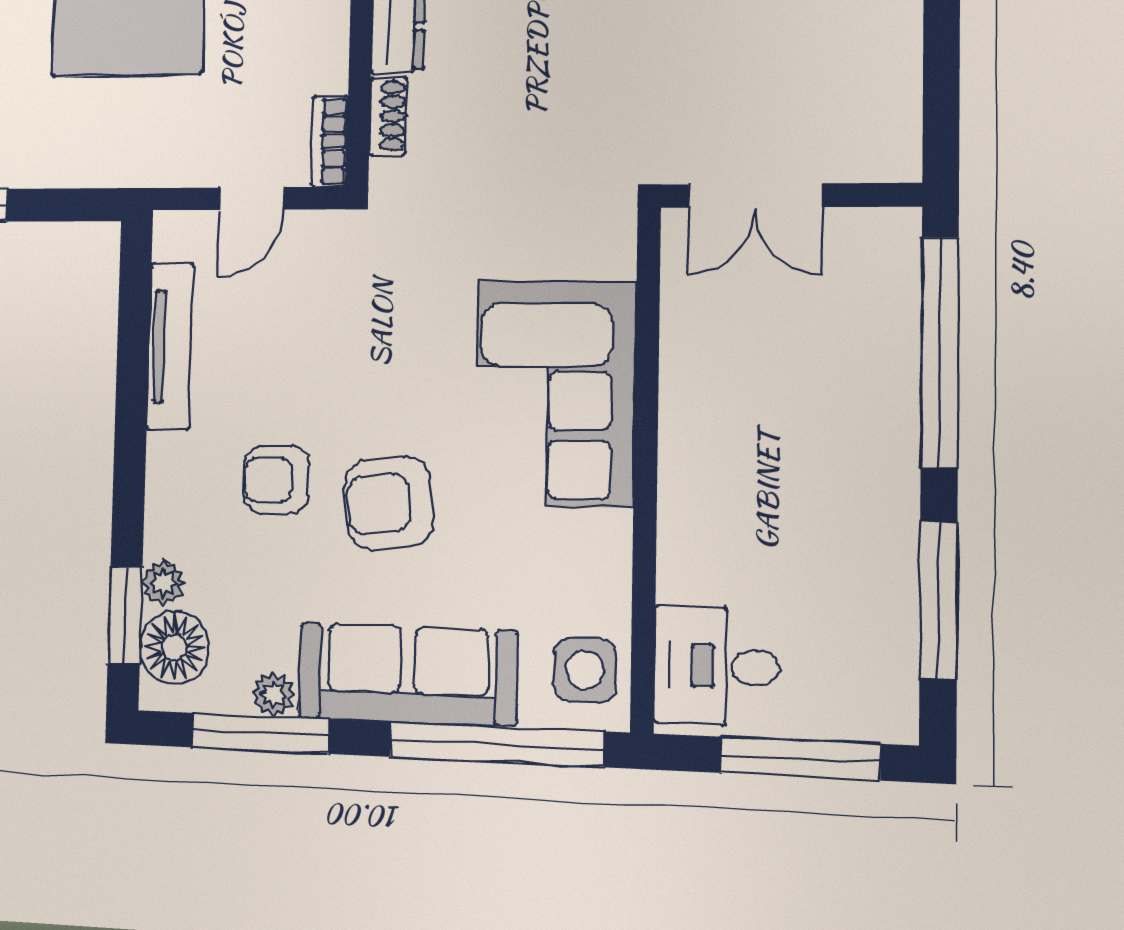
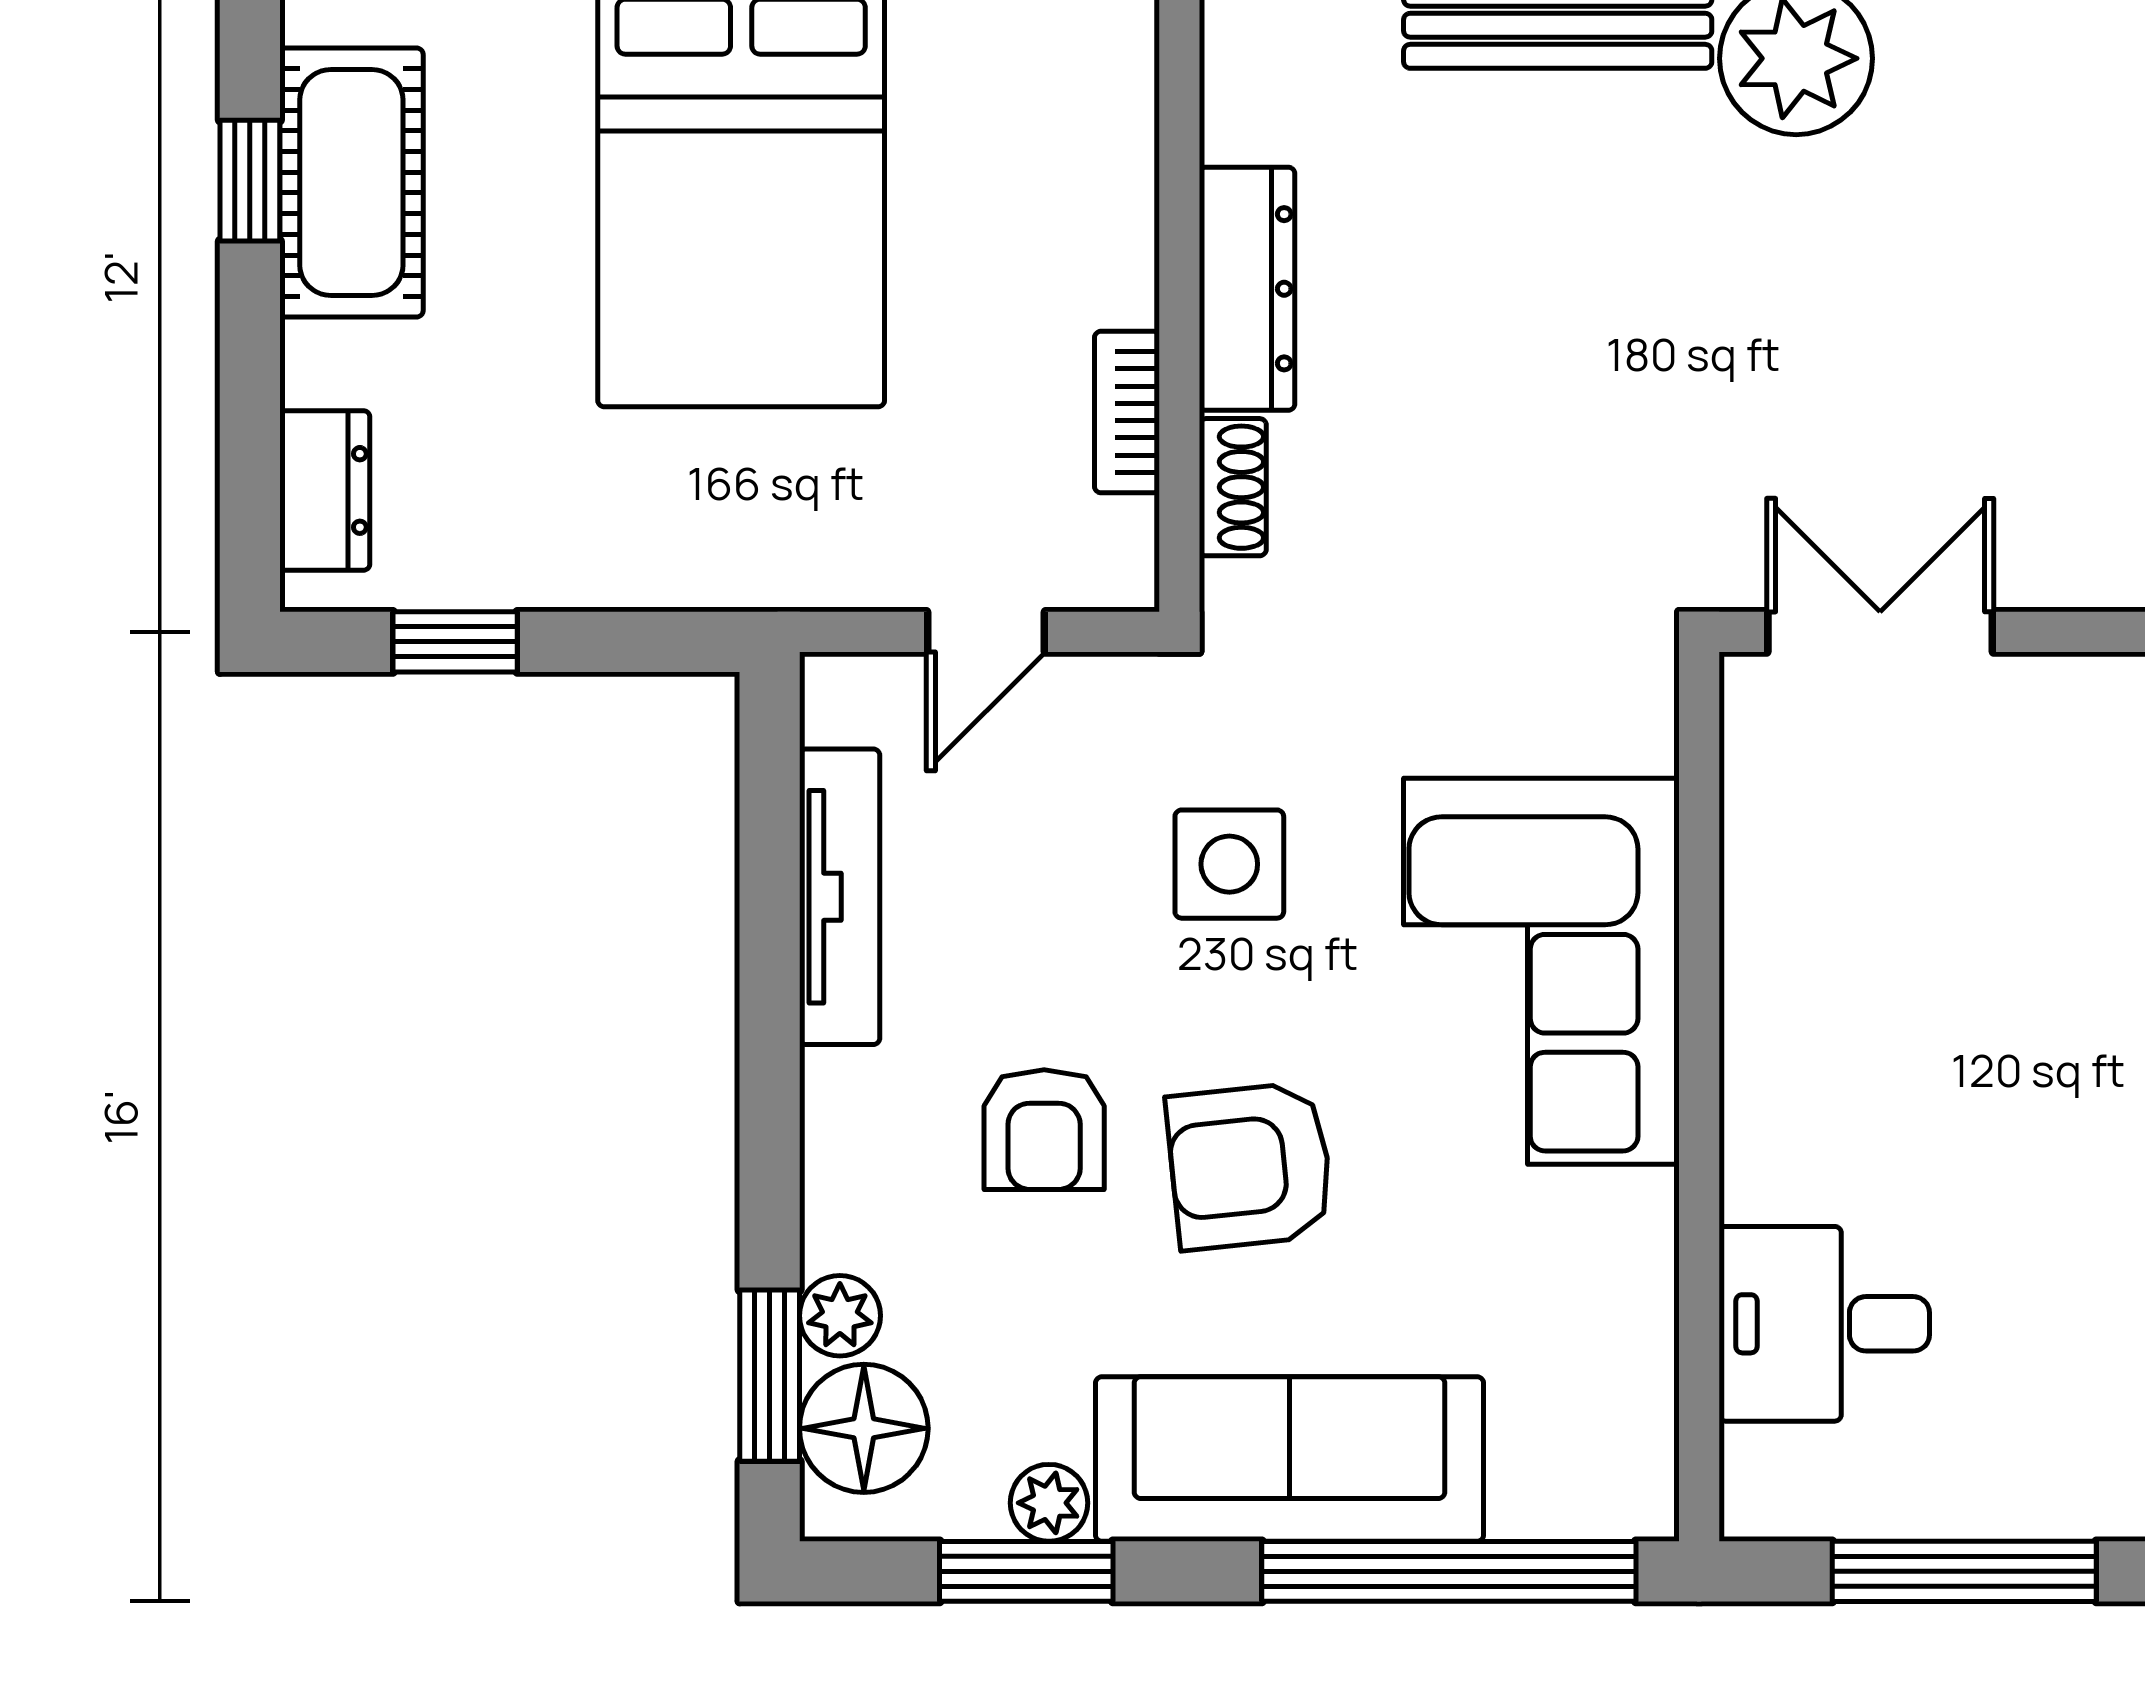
bookcase: (330, 141) -> (1127, 412), moved
double door: (755, 196) -> (1880, 632), swing flipped
armchair: (276, 480) -> (1044, 1130), turned -90
desk: (717, 666) -> (1824, 1324), moved
side table: (585, 670) -> (1229, 864), moved
window: (260, 733) -> (1026, 1571), width x0.69

